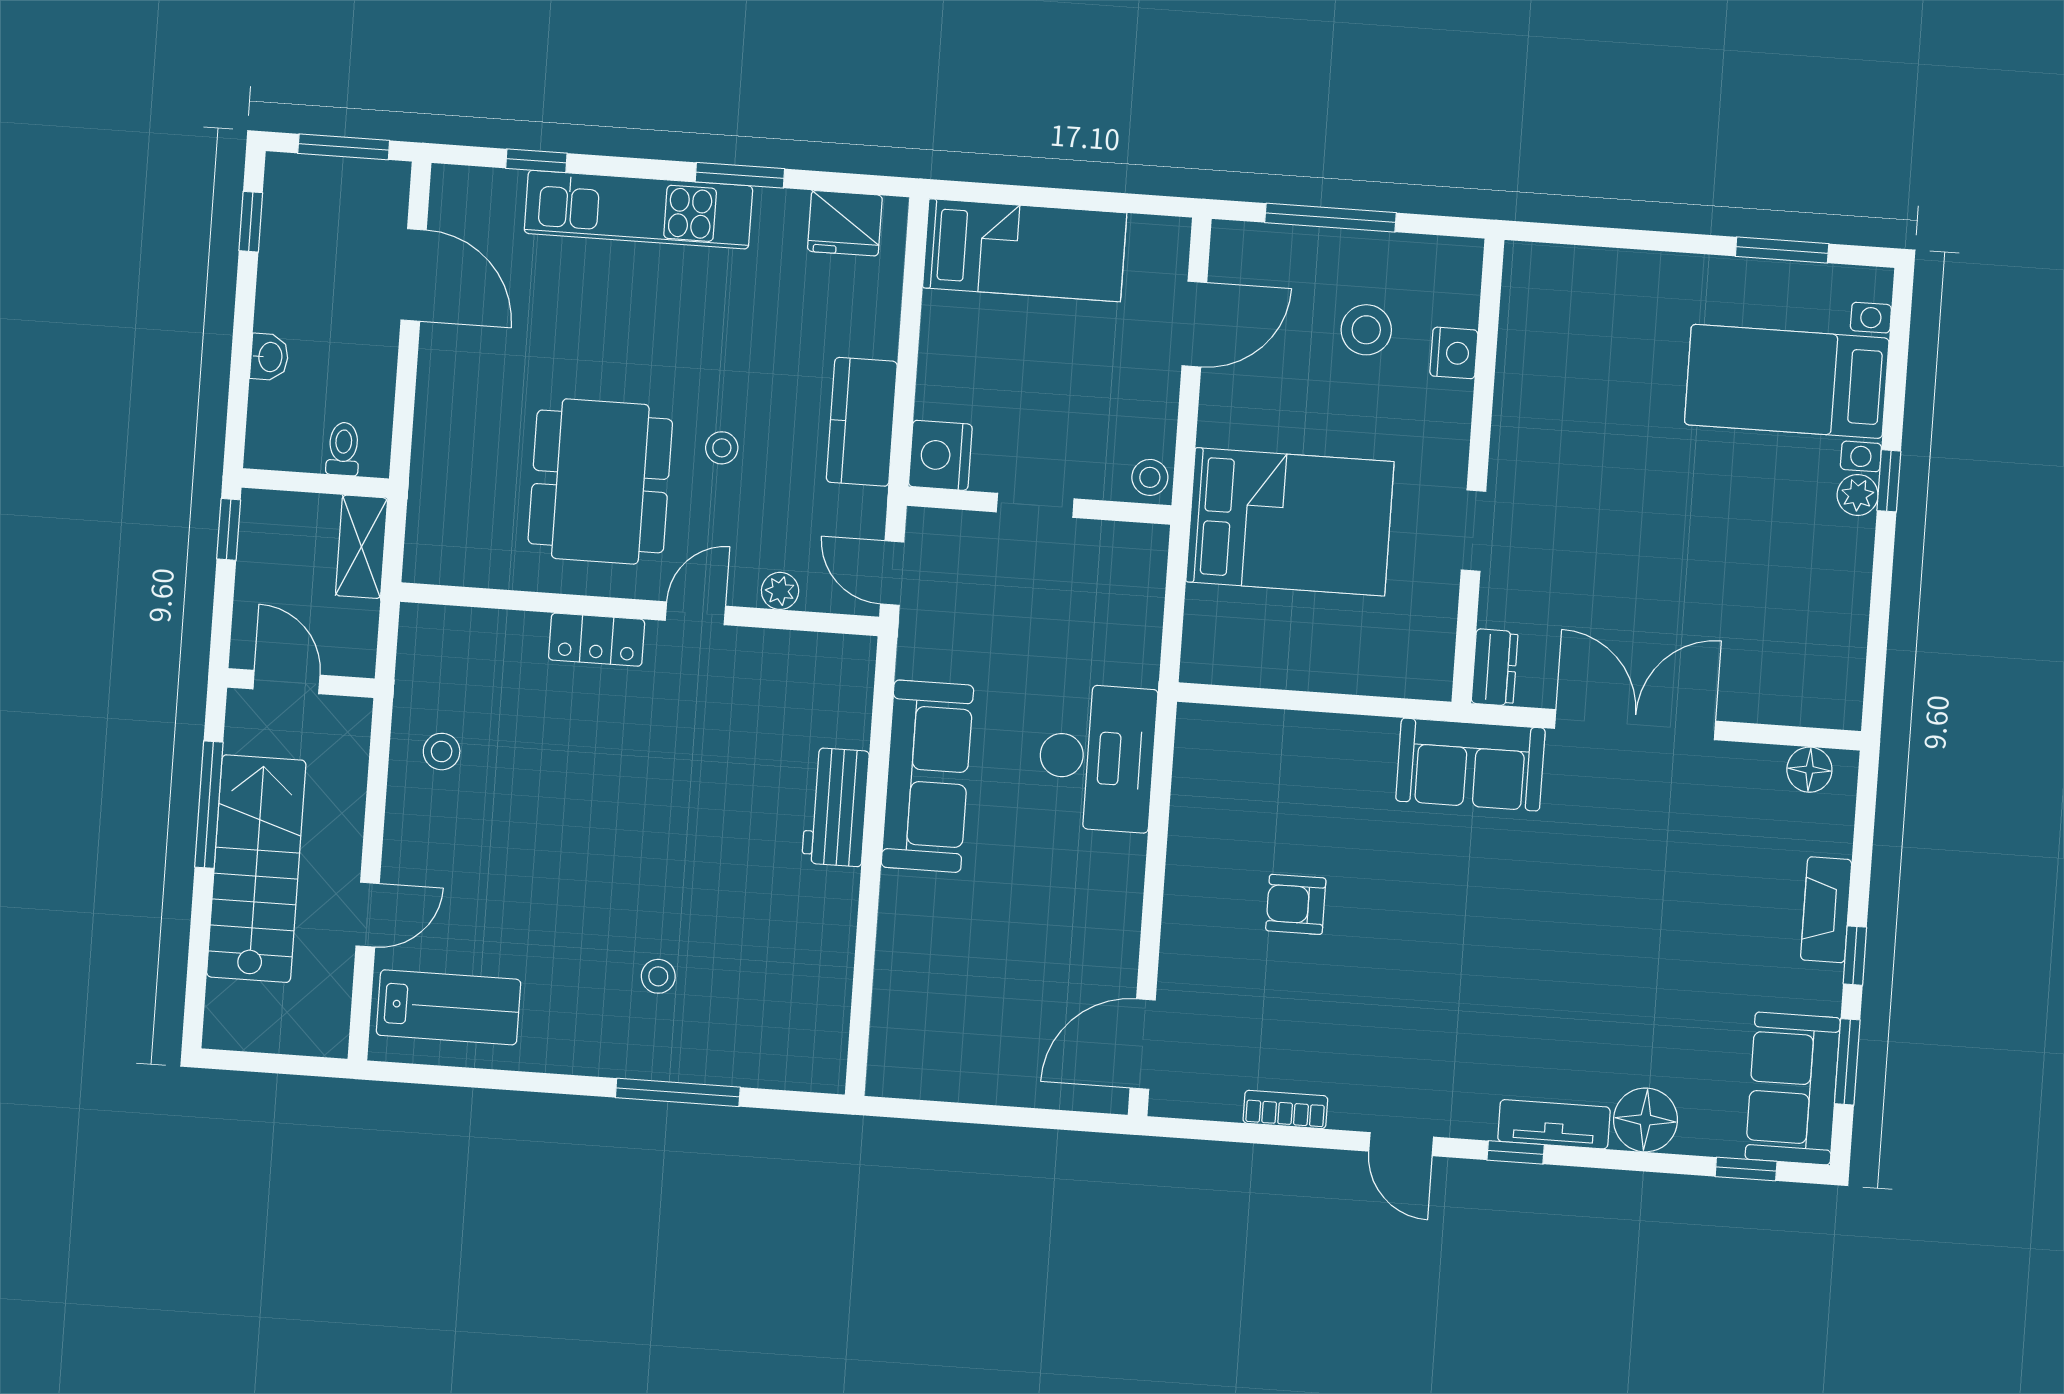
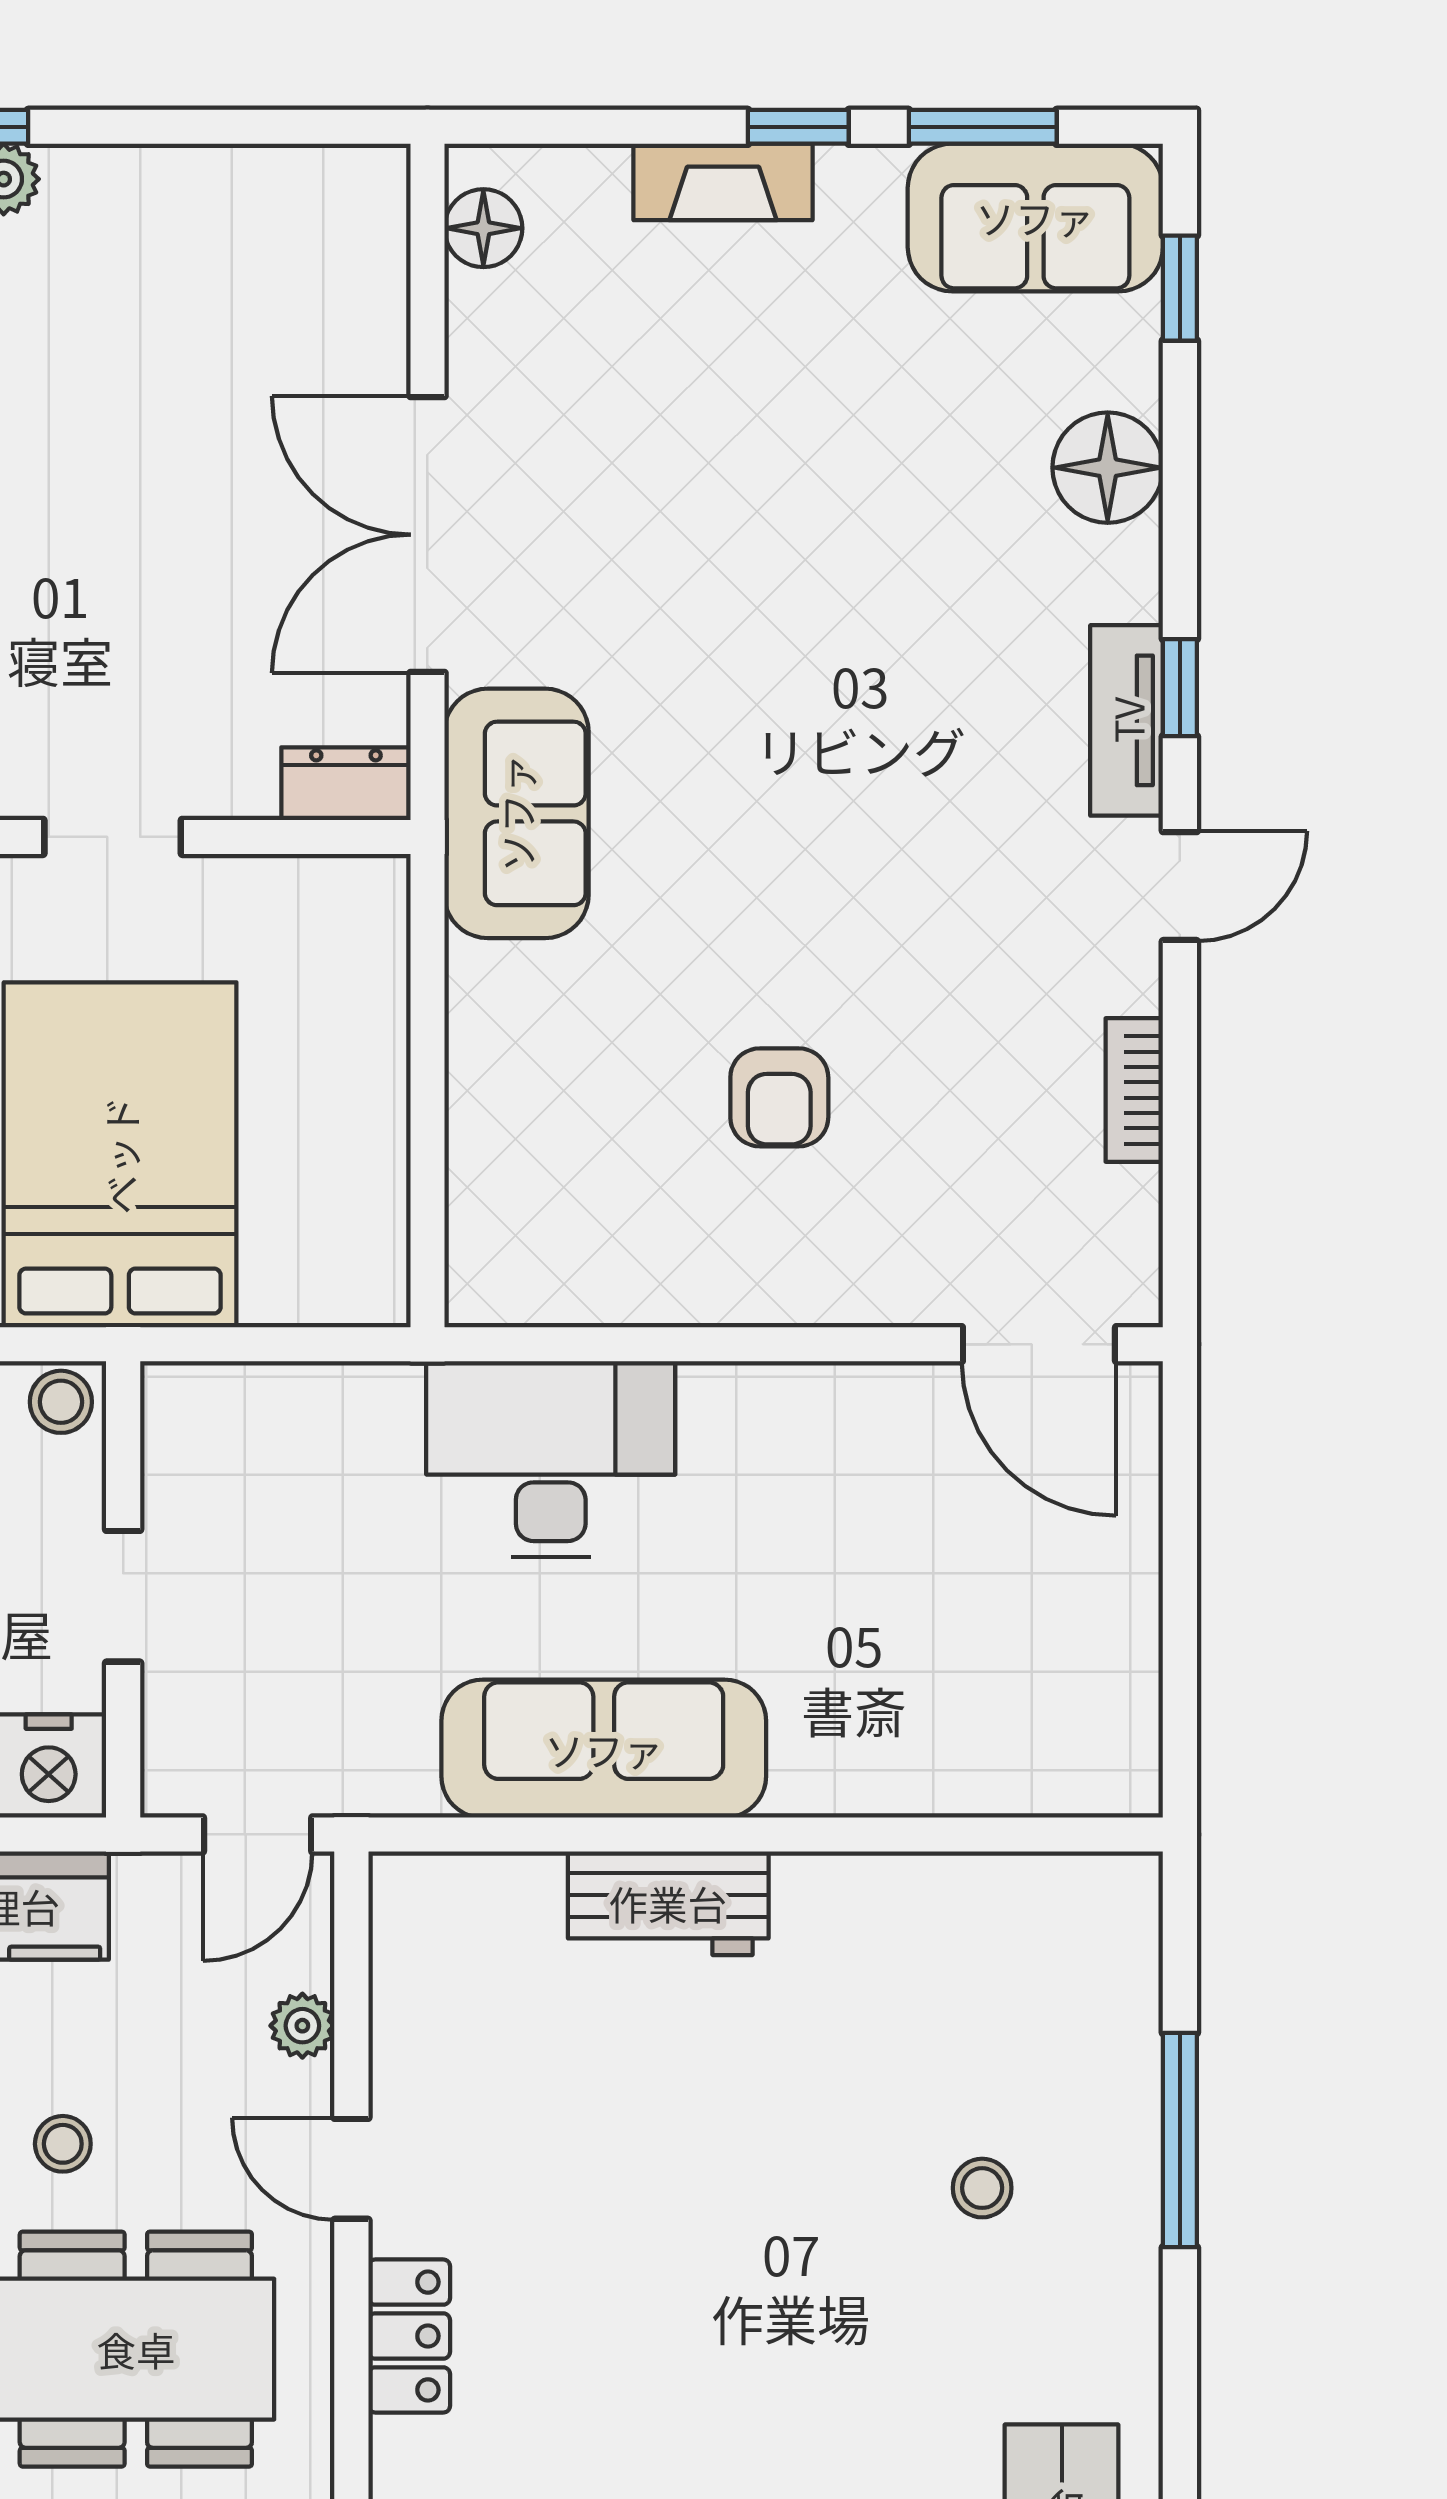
tv unit: (1554, 1124) -> (1127, 720), moved

